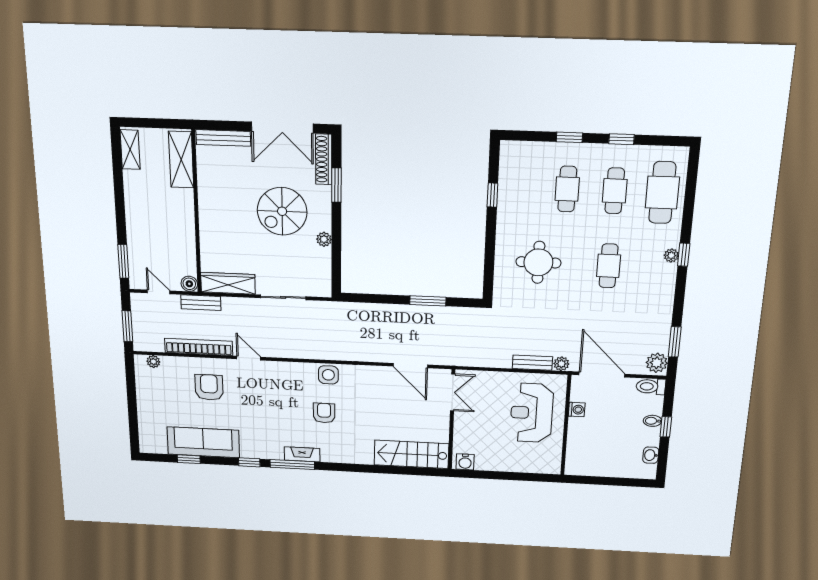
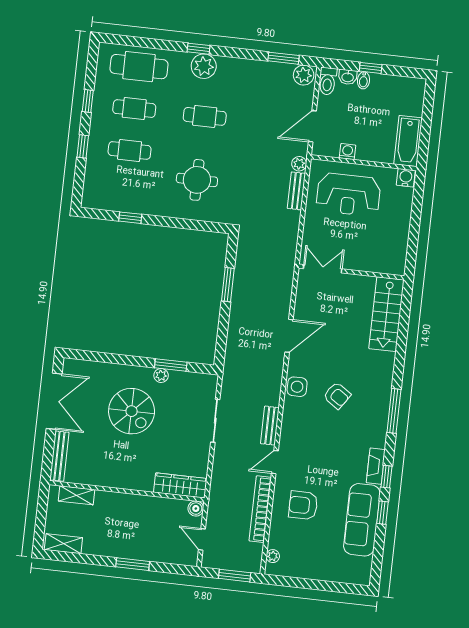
shoe rack: (324, 159) -> (86, 367), removed
shelving: (181, 160) -> (77, 495), width x0.67, depth x0.75
window: (336, 185) -> (171, 365), moved
plant: (671, 255) -> (204, 66), width x1.88, depth x1.88
window: (123, 261) -> (133, 564), moved
wardrobe: (228, 283) -> (180, 485), moved, turned 90
door: (159, 292) -> (202, 539), hinge flipped
bench: (201, 303) -> (270, 426), moved
door: (410, 366) -> (289, 336), moved
door: (602, 375) -> (312, 126), width x0.73
armchair: (324, 413) -> (337, 395), turned -146
fireplace: (302, 454) -> (376, 466), moved
washbasin: (651, 455) -> (348, 77), moved
window: (189, 459) -> (382, 513), moved
water cooler: (465, 462) -> (406, 178), moved, turned -90
window: (292, 465) -> (394, 411), moved
bathtub: (590, 465) -> (408, 141), added

